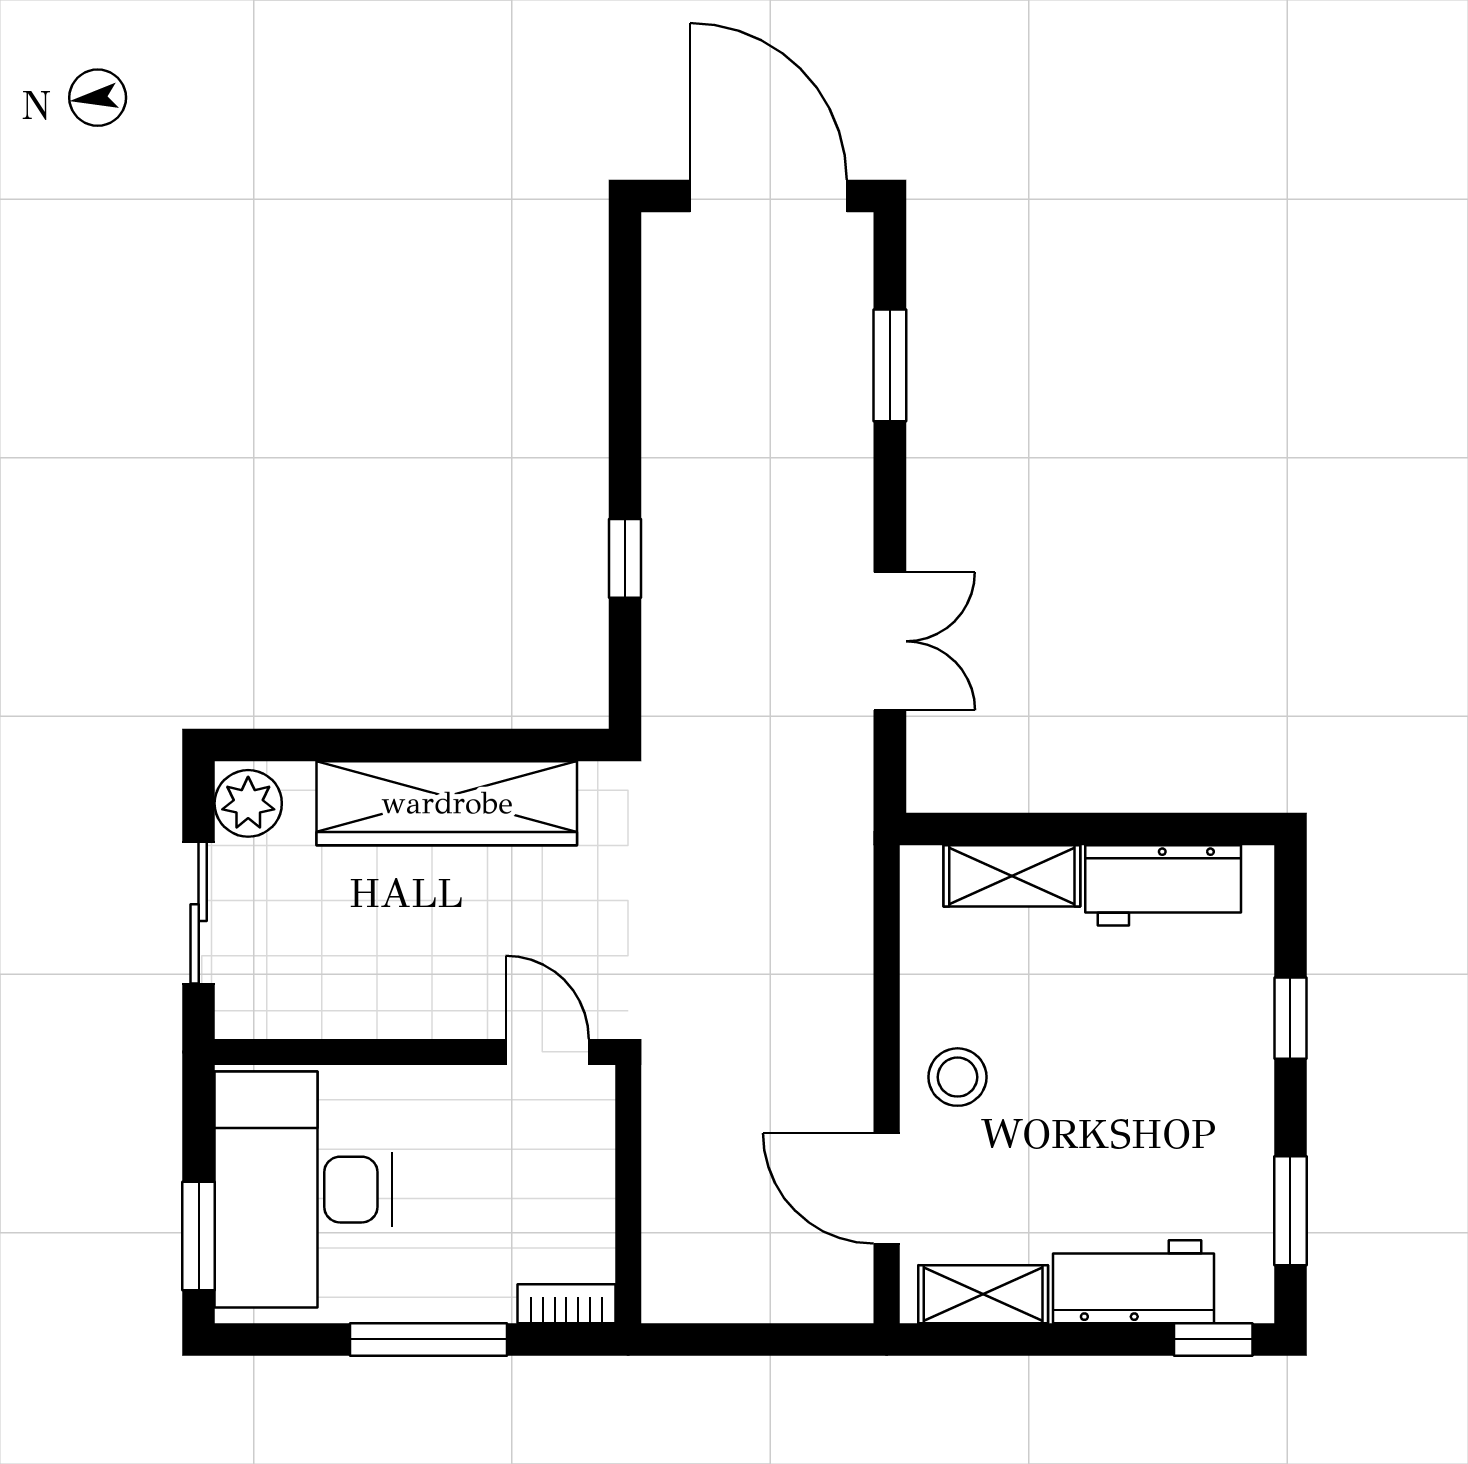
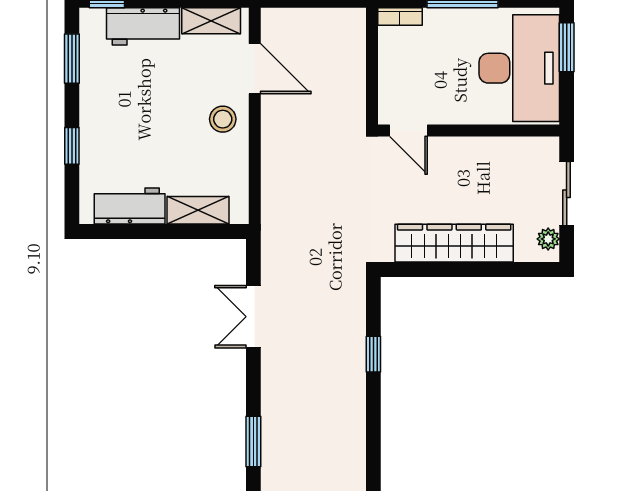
plant: (248, 803) -> (548, 239), width x0.73, depth x0.73

